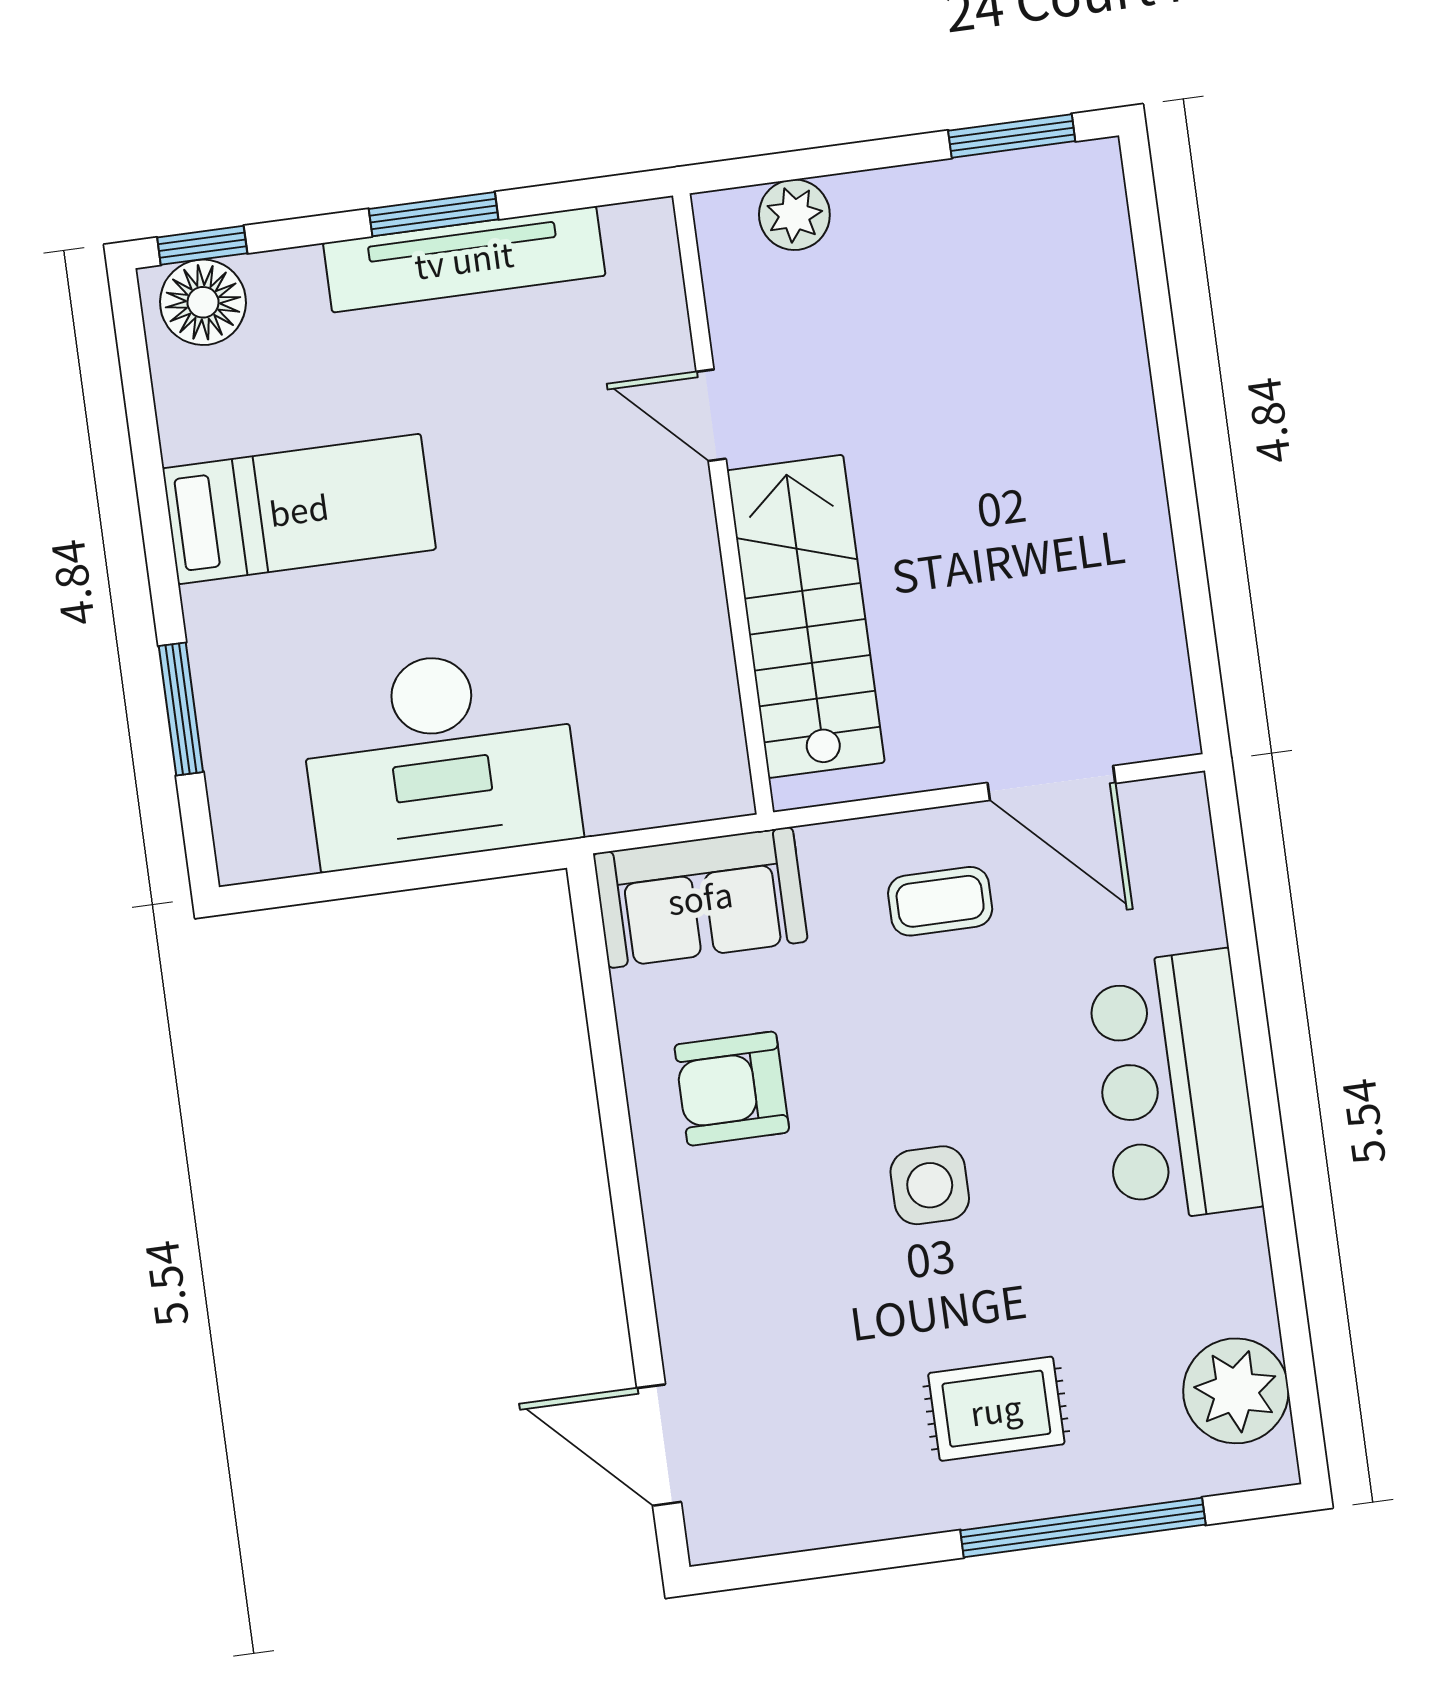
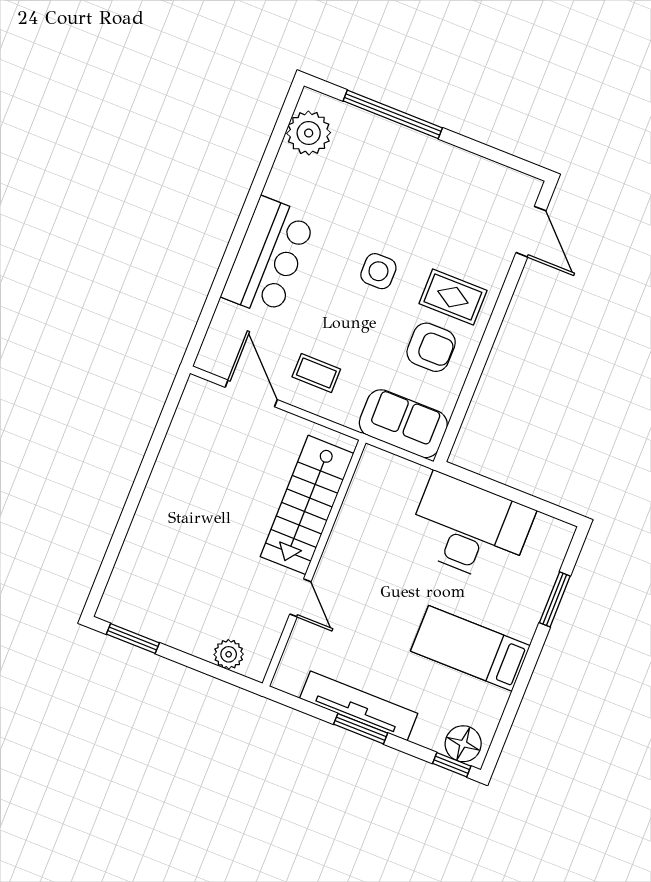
rug: (996, 1409) -> (453, 297), moved

